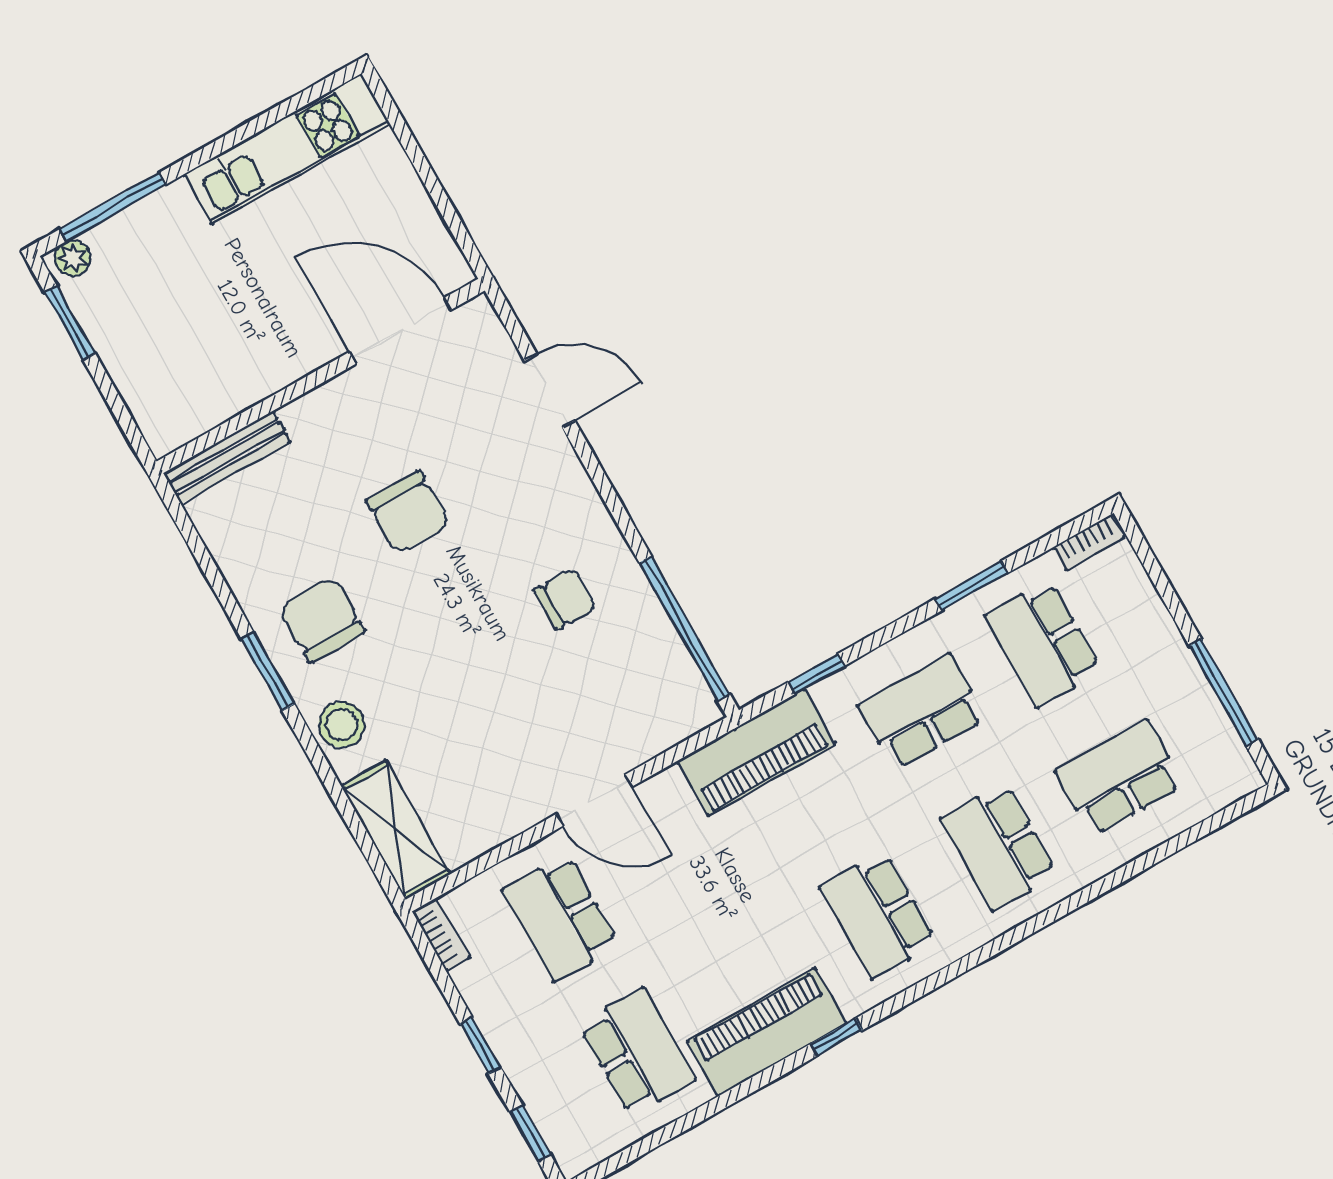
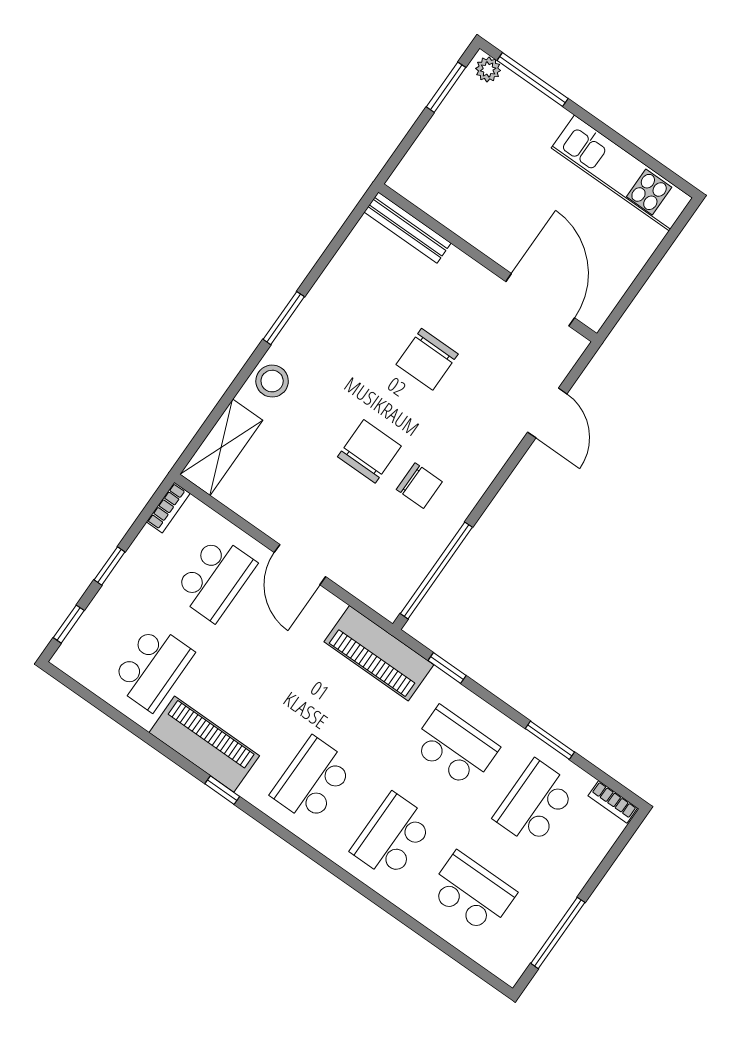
chair: (322, 620) -> (369, 451), moved
school desk: (560, 918) -> (215, 578), turned 180

